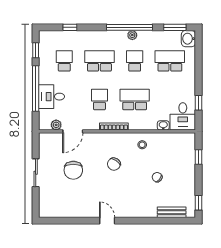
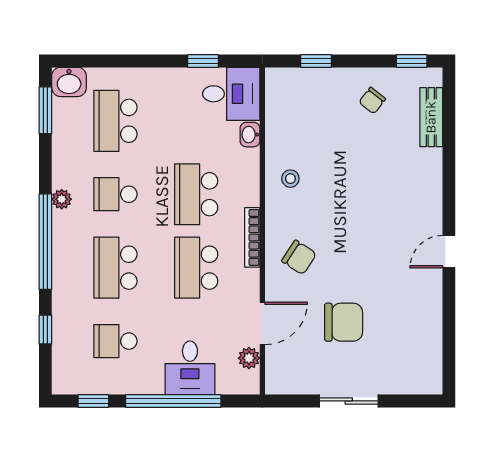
window: (129, 27) -> (45, 242), moved
school desk: (99, 100) -> (196, 268), width x1.85
door: (73, 131) -> (262, 323), hinge flipped
chair: (114, 164) -> (299, 257), moved
chair: (157, 177) -> (372, 101), moved

